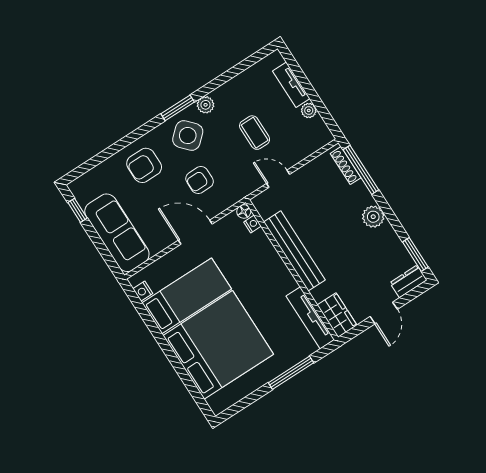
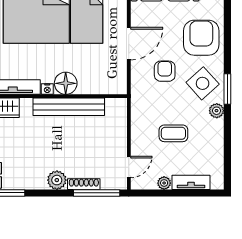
armchair: (144, 165) -> (201, 38), width x1.36, depth x1.36
shoe rack: (346, 166) -> (84, 184), moved
door: (278, 179) -> (129, 167), moved
floor lamp: (244, 211) -> (66, 83), moved, width x1.89, depth x1.89
nightstand: (252, 224) -> (47, 89), moved

